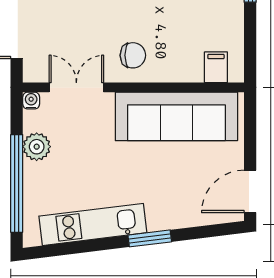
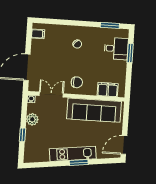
filing cabinet: (216, 67) -> (108, 90), width x2.00
window: (17, 183) -> (22, 135), width x0.32
kitchen unit: (93, 224) -> (73, 154), moved

